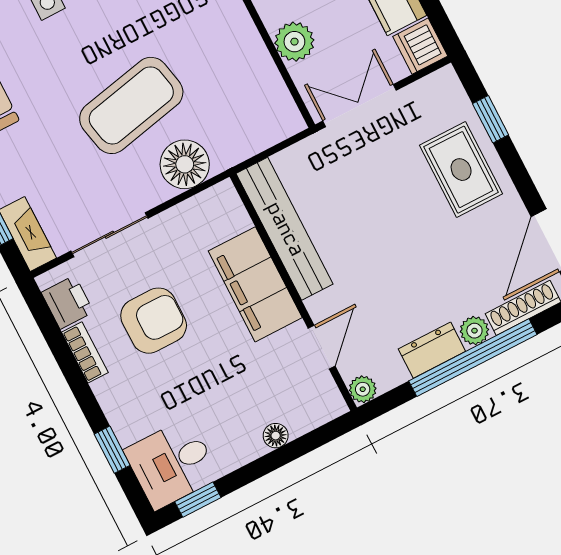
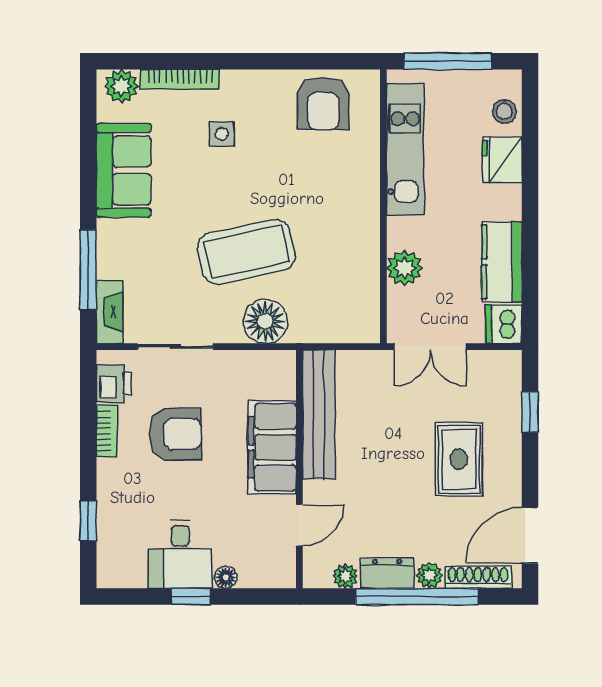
double door: (360, 106) -> (430, 347), swing flipped
rug: (461, 170) -> (459, 459), moved
plant: (363, 389) -> (345, 576), moved
desk: (172, 464) -> (180, 554), moved, turned -90
window: (198, 500) -> (191, 597), moved

